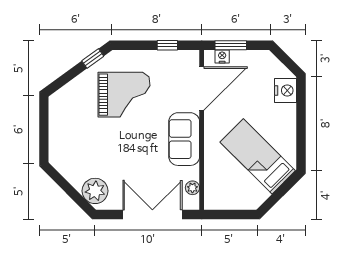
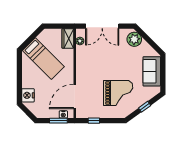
window: (93, 59) -> (145, 107), moved
grand piano: (124, 95) -> (118, 93), turned 180
sofa: (184, 139) -> (152, 71), moved, turned 180
wardrobe: (214, 192) -> (68, 38), added

